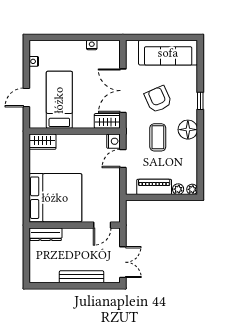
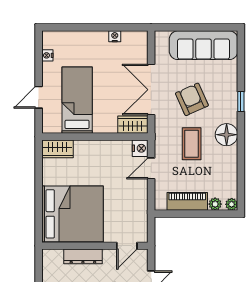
dresser: (46, 234) -> (83, 256), moved

